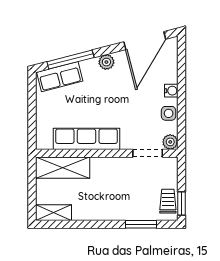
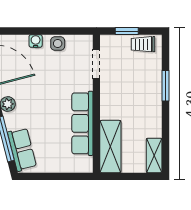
plant: (170, 142) -> (85, 42), removed
window: (181, 203) -> (127, 31), moved
window: (141, 224) -> (166, 86), moved

